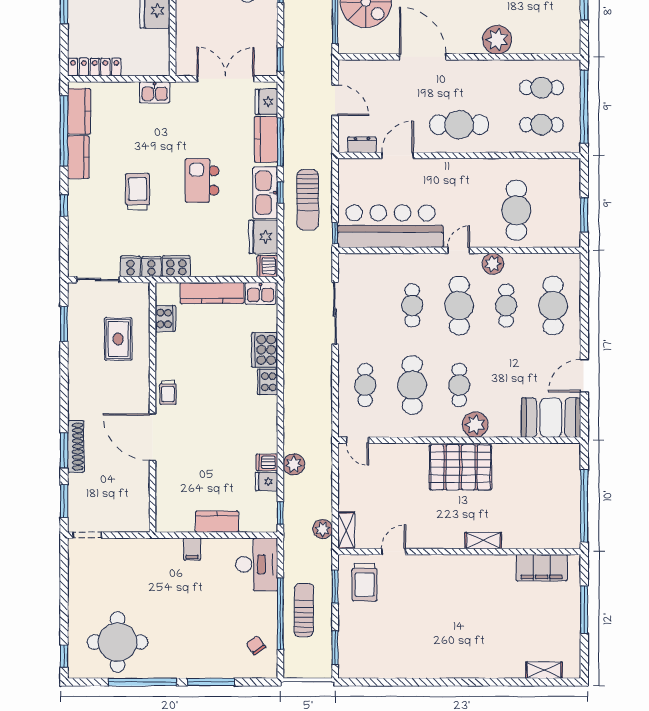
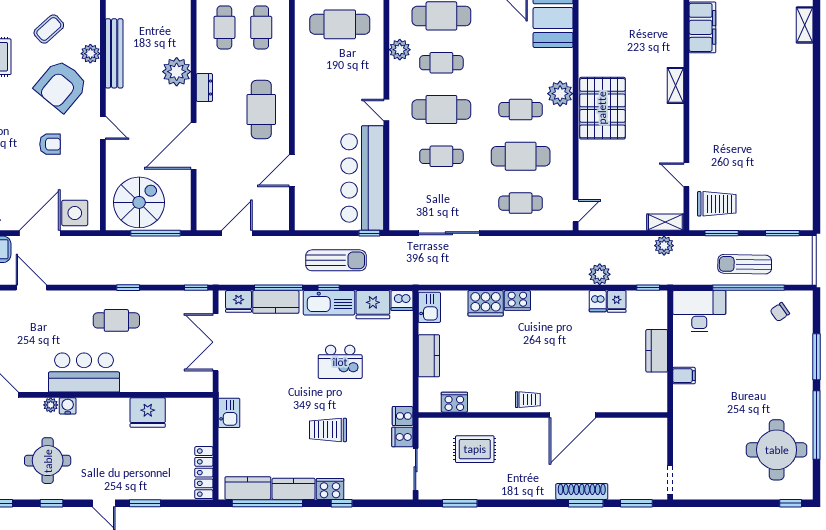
dresser: (362, 145) -> (204, 88), moved, turned 180
door: (398, 155) -> (292, 171), hinge flipped
kitchen island: (202, 181) -> (340, 362), moved
cafe table: (516, 210) -> (340, 24), moved
plant: (493, 264) -> (400, 50), moved
cooker: (176, 266) -> (330, 489), moved, turned 90
kitchen counter: (212, 293) -> (429, 356), width x0.67

